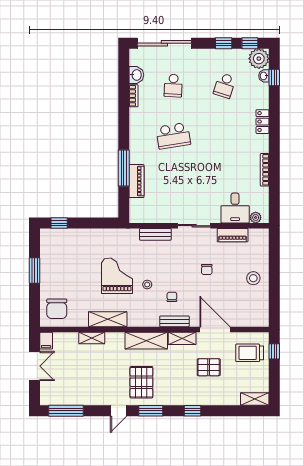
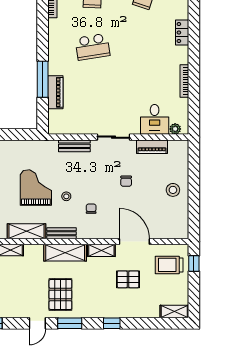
bench: (174, 321) -> (61, 233), moved

